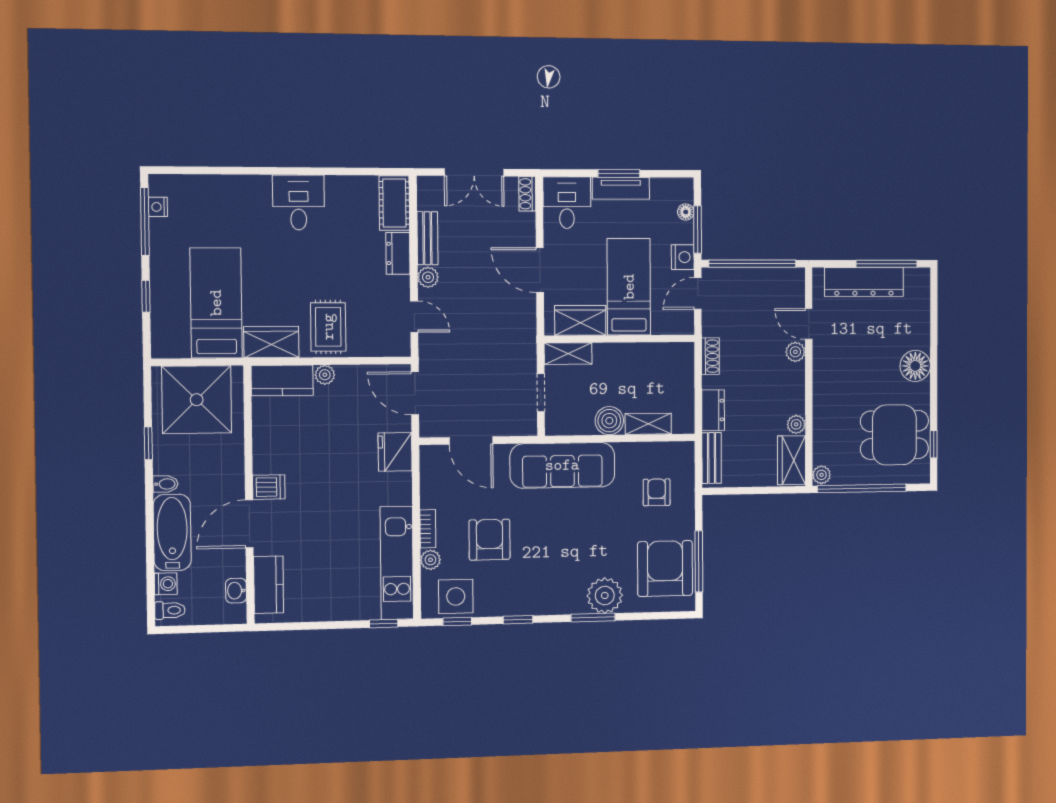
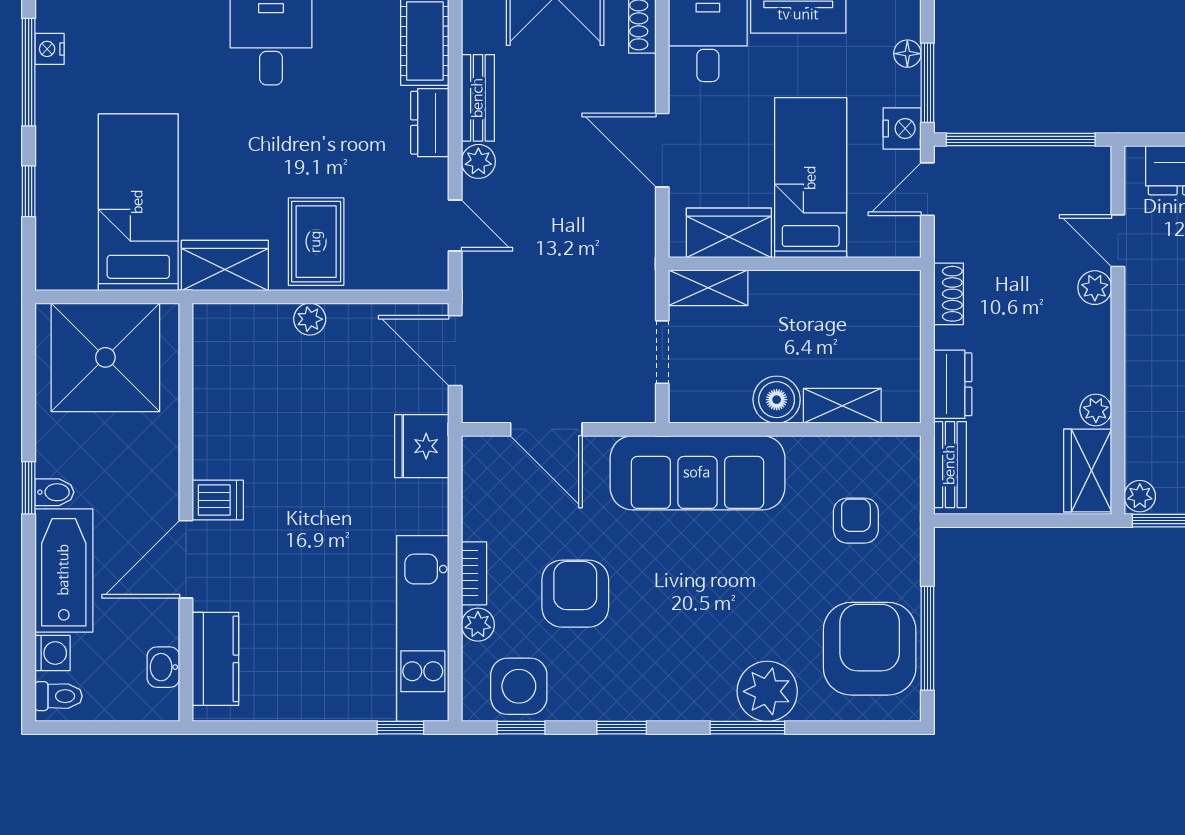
kitchen counter: (282, 380) -> (241, 328), removed
window: (148, 443) -> (29, 488), moved

